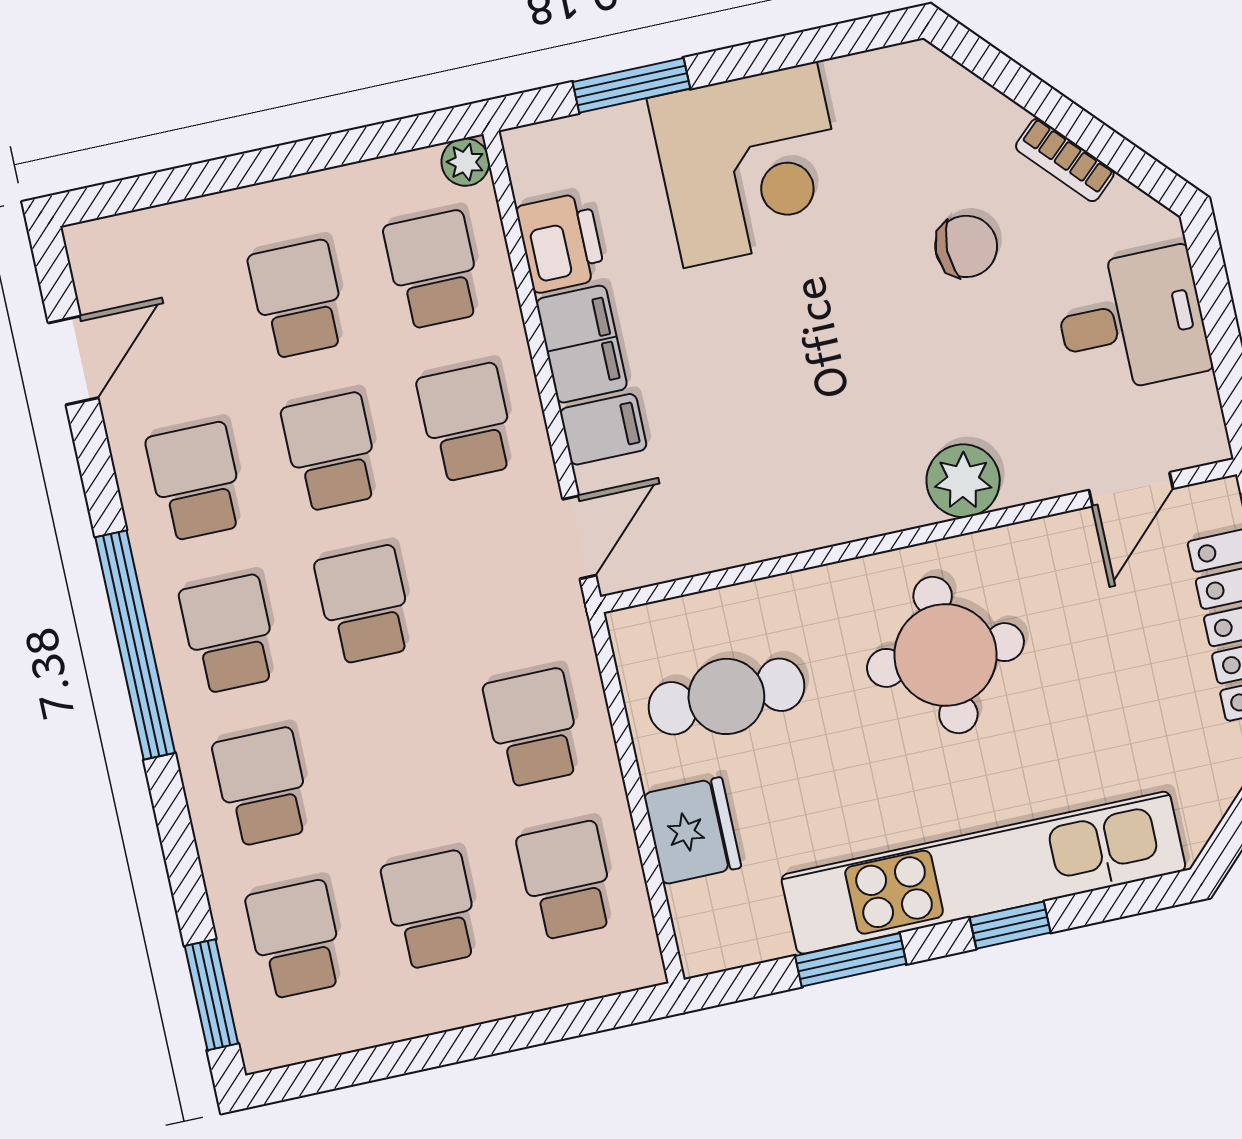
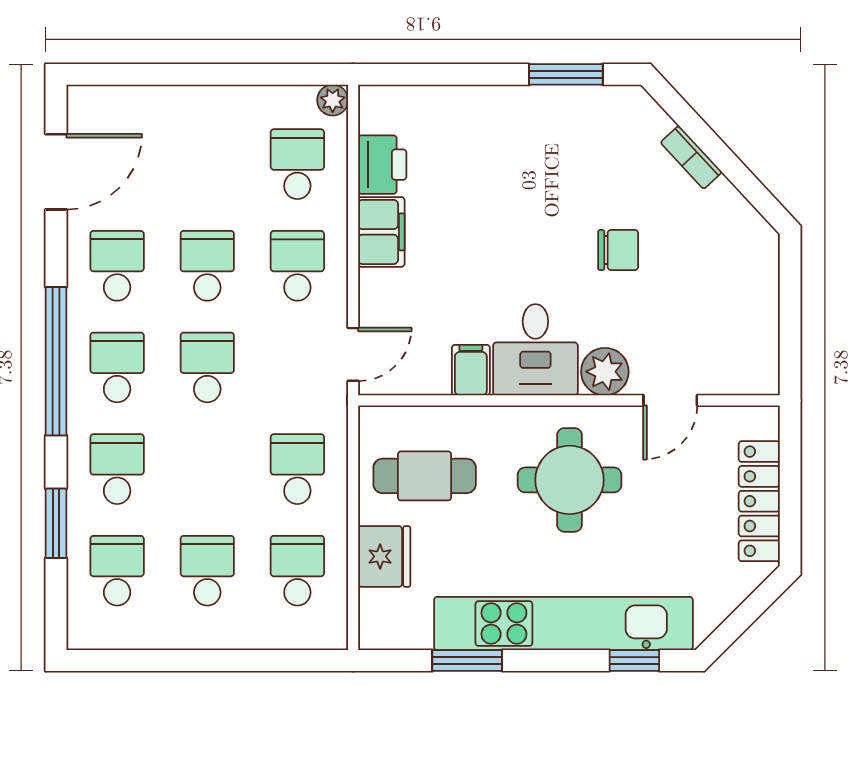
window: (631, 85) -> (566, 74), moved
bookcase: (1065, 160) -> (691, 157), moved
corner desk: (750, 165) -> (513, 141), removed
chair: (966, 246) -> (618, 250), moved
school desk: (298, 299) -> (207, 164), removed
desk: (1132, 321) -> (535, 350), moved, turned 90
door: (73, 360) -> (56, 172), width x1.38
filing cabinet: (603, 429) -> (471, 370), moved, turned -90
door: (1131, 489) -> (670, 400), moved
window: (1010, 925) -> (634, 660), moved
window: (211, 995) -> (56, 523), moved

